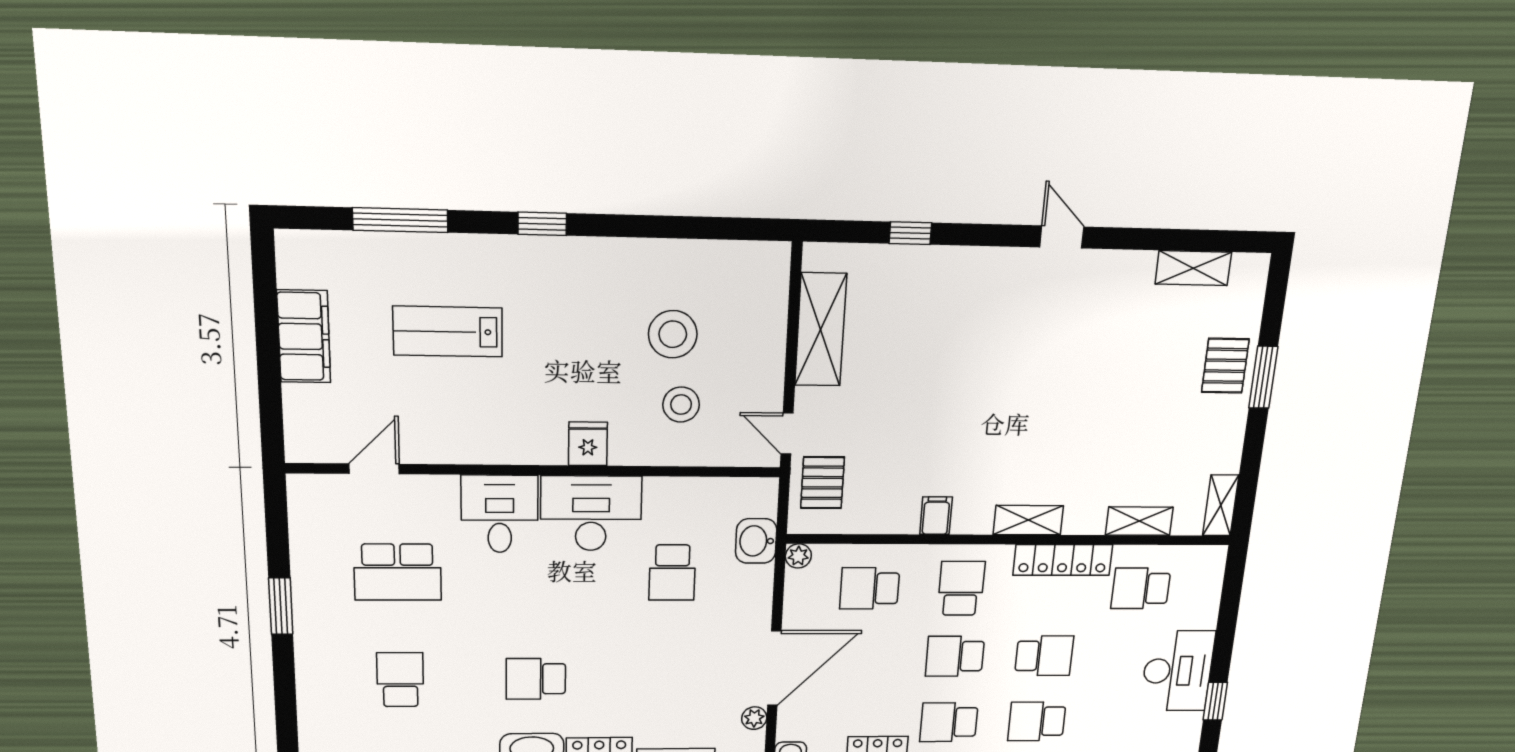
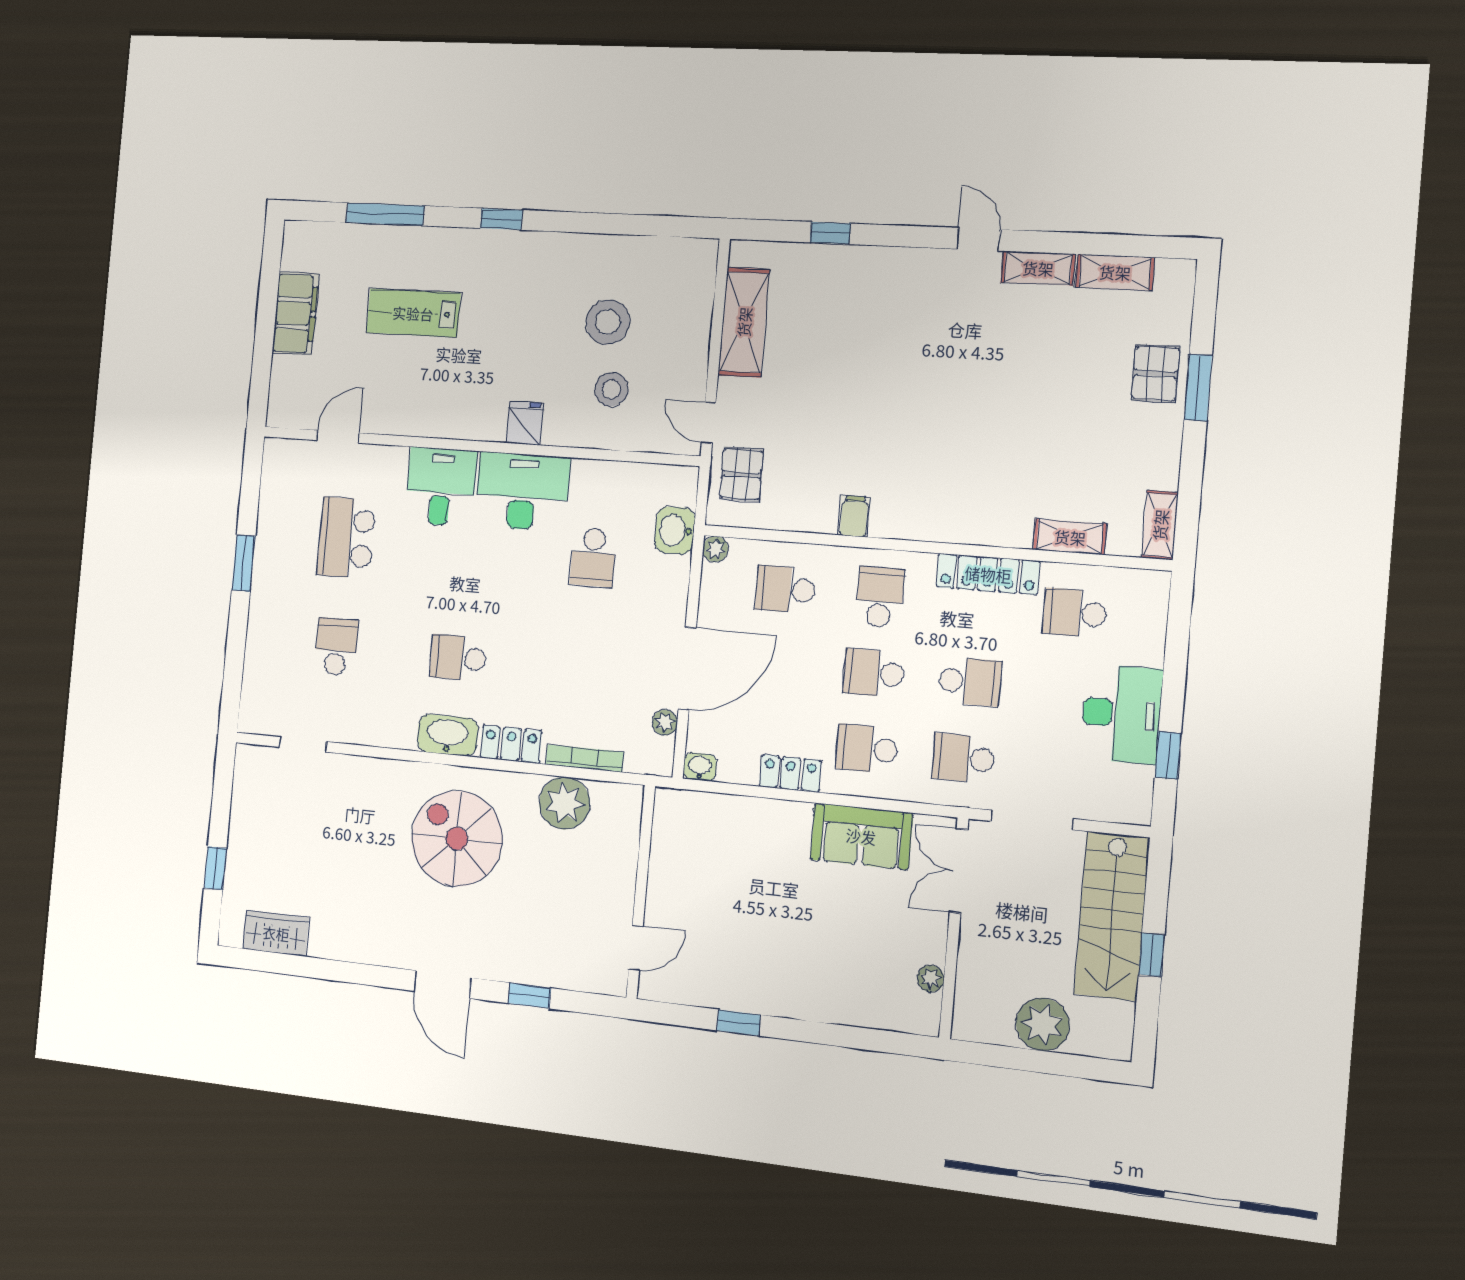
shelving: (1028, 520) -> (1038, 268), moved
school desk: (398, 572) -> (346, 538), turned 90

